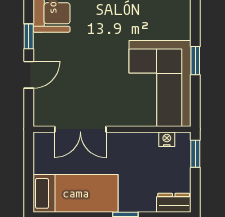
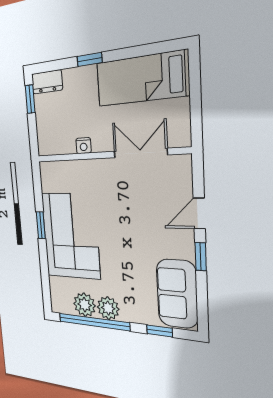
corner sofa: (160, 83) -> (71, 236), moved
nightstand: (167, 139) -> (84, 146), moved
window: (195, 154) -> (30, 99), moved

